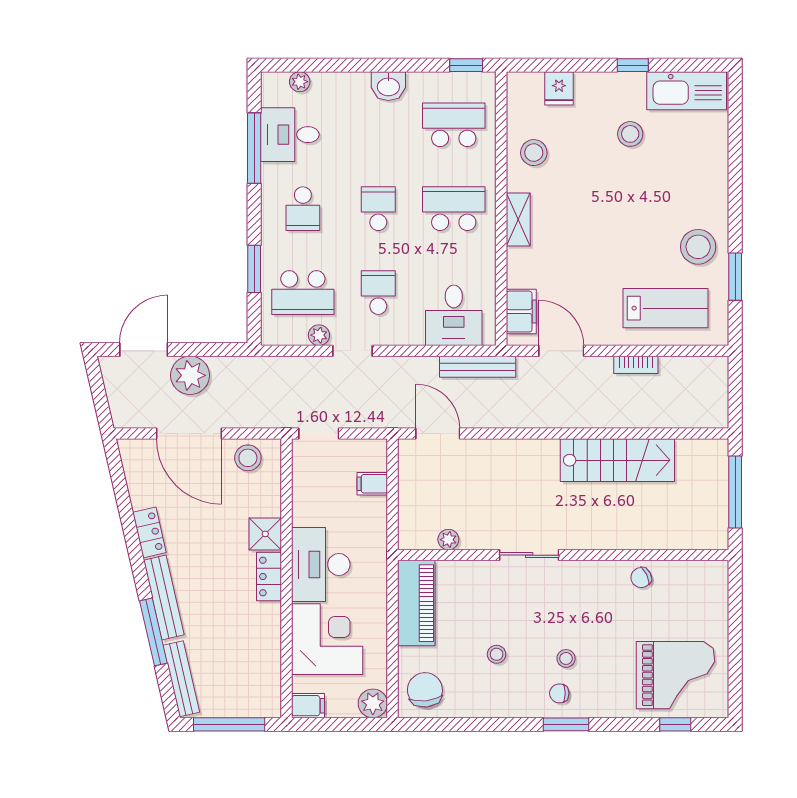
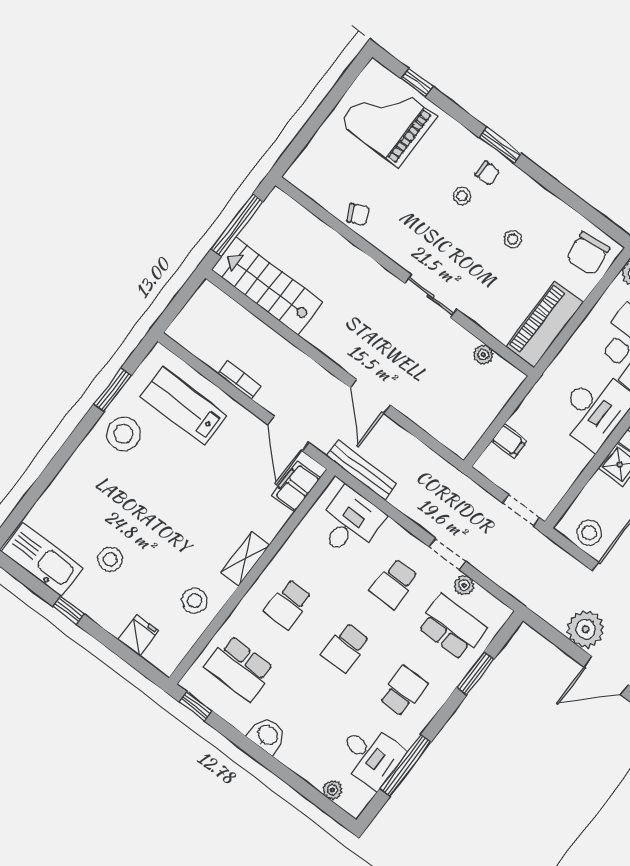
school desk: (454, 209) -> (288, 604), width x0.54
door: (438, 434) -> (370, 396), moved
stairs: (617, 460) -> (267, 286), moved

